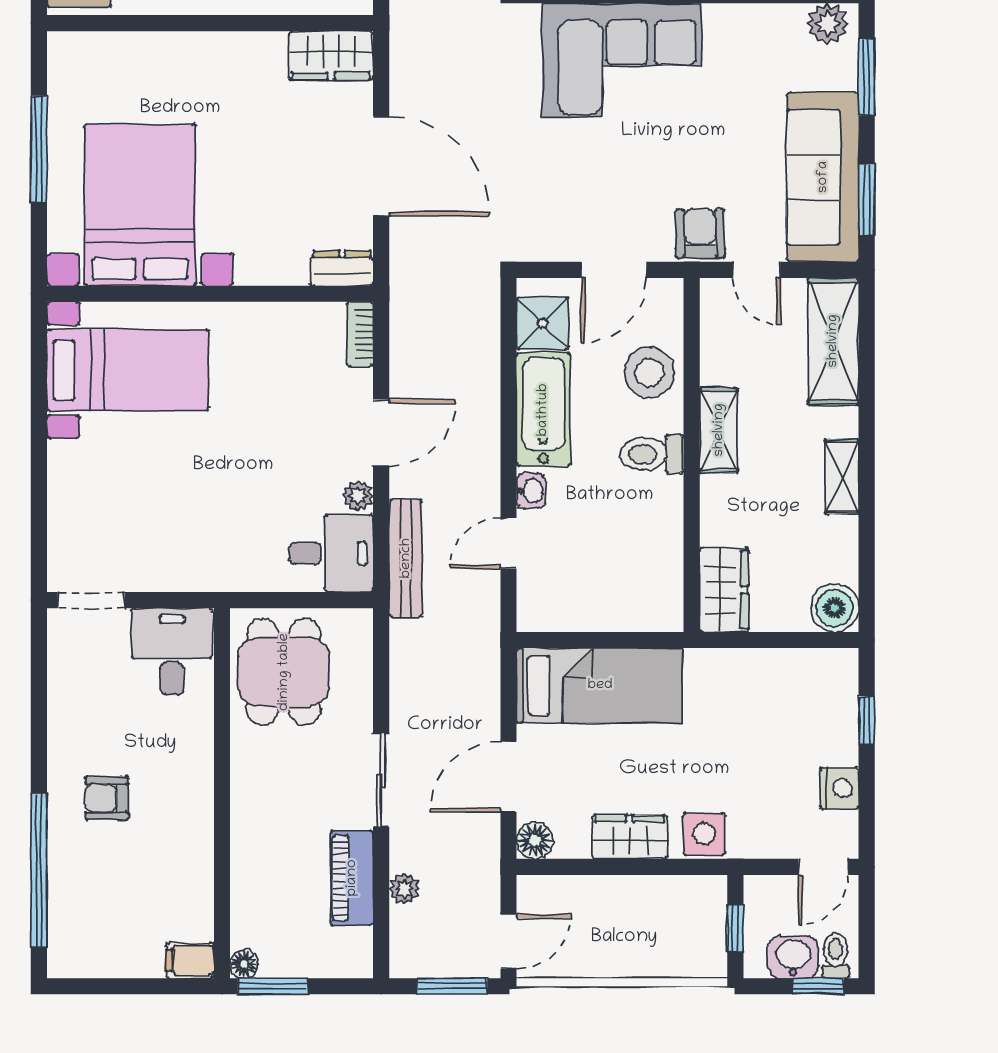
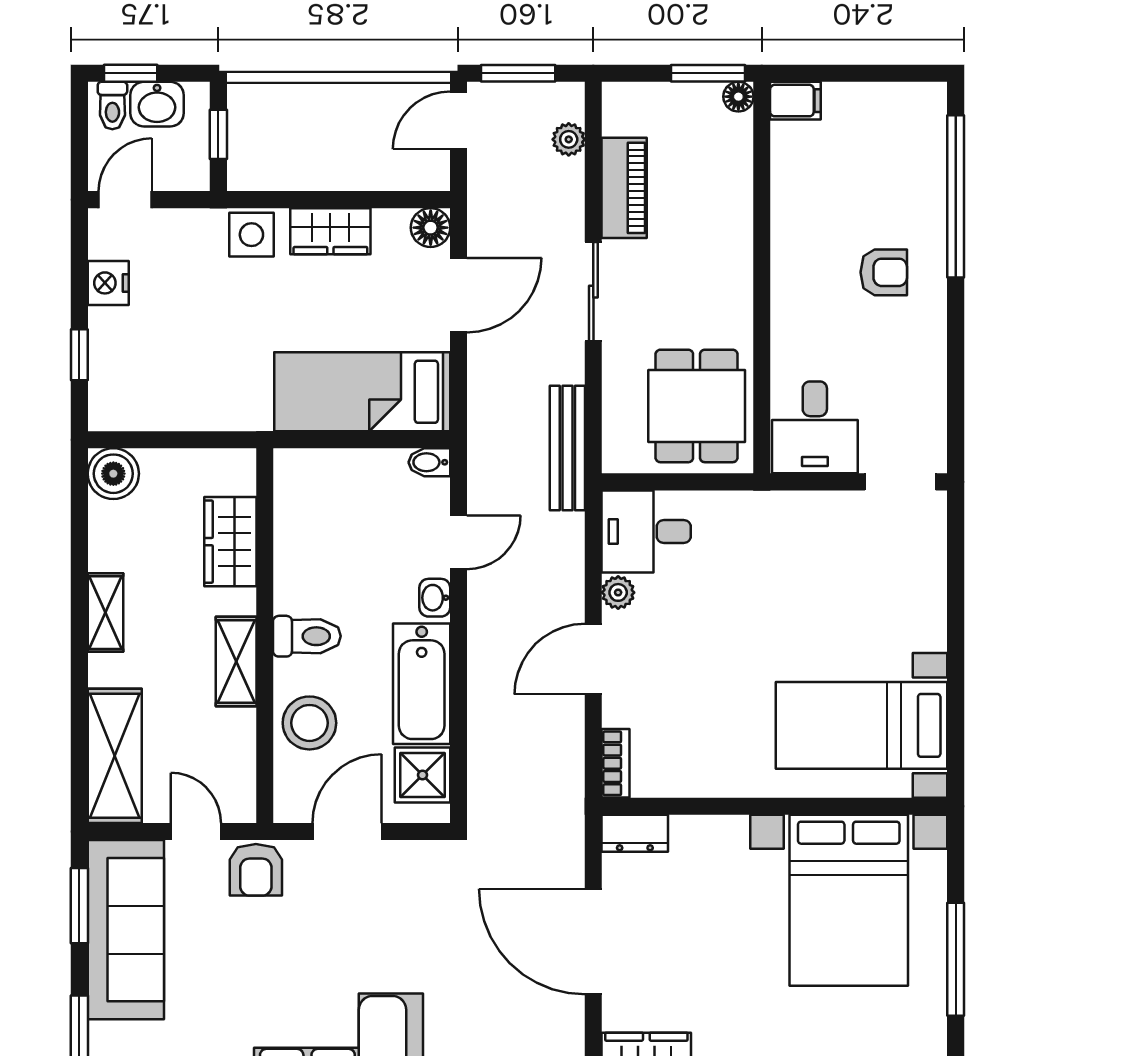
bench: (406, 558) -> (567, 448), moved
wardrobe: (724, 590) -> (230, 542), moved
bidet: (536, 619) -> (429, 462), added
plant: (404, 889) -> (569, 139), moved

